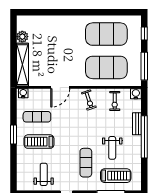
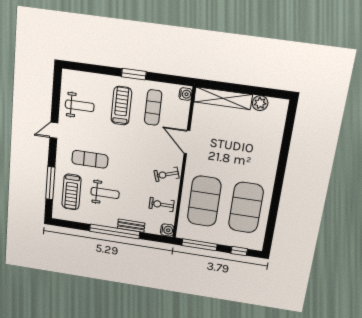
weight bench: (112, 148) -> (105, 193), turned 180

